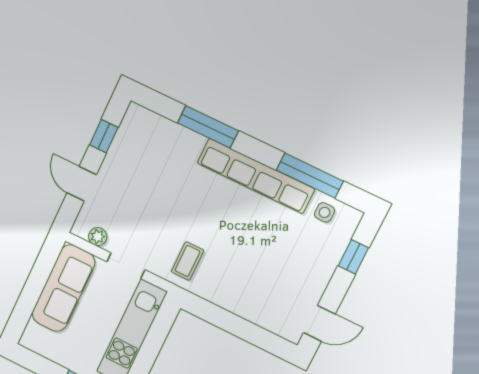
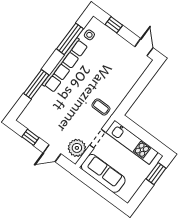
plant: (98, 237) -> (77, 148), width x1.87, depth x1.87

